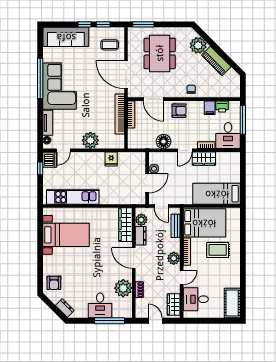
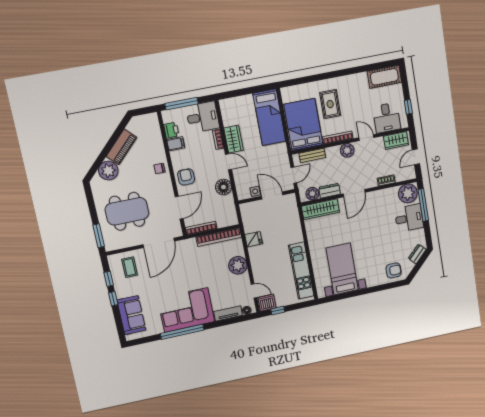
sofa: (66, 37) -> (131, 315), width x0.73
bookcase: (120, 114) -> (219, 237), moved
plant: (123, 288) -> (408, 193), moved
window: (201, 321) -> (408, 107), added

